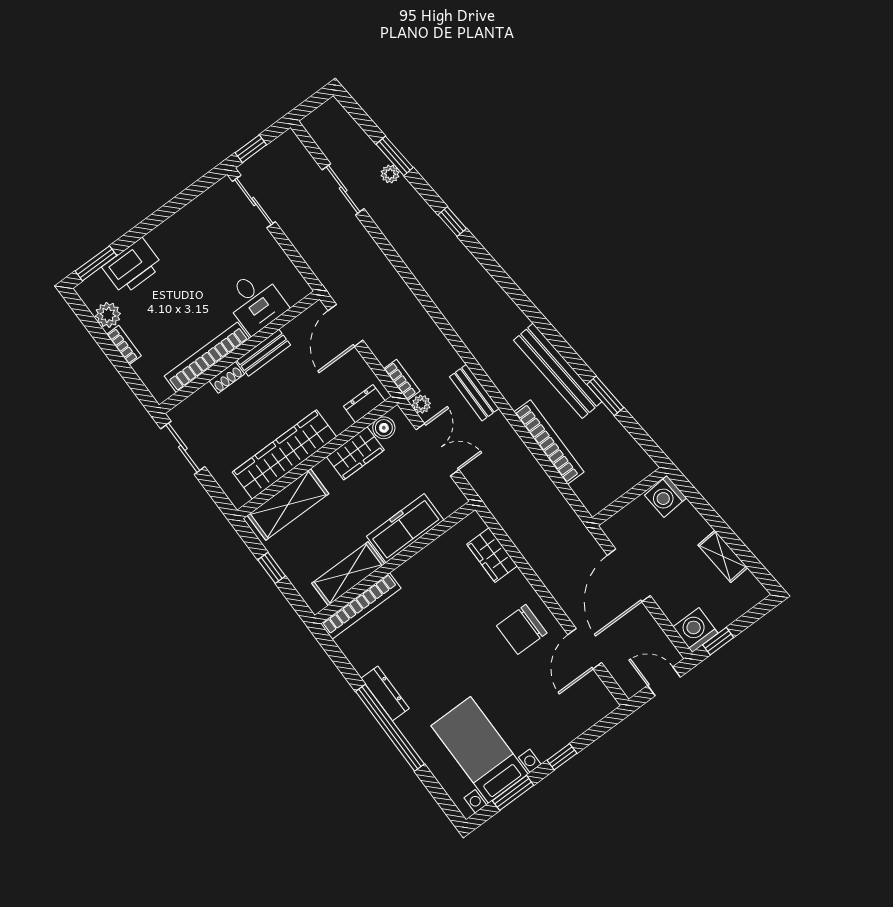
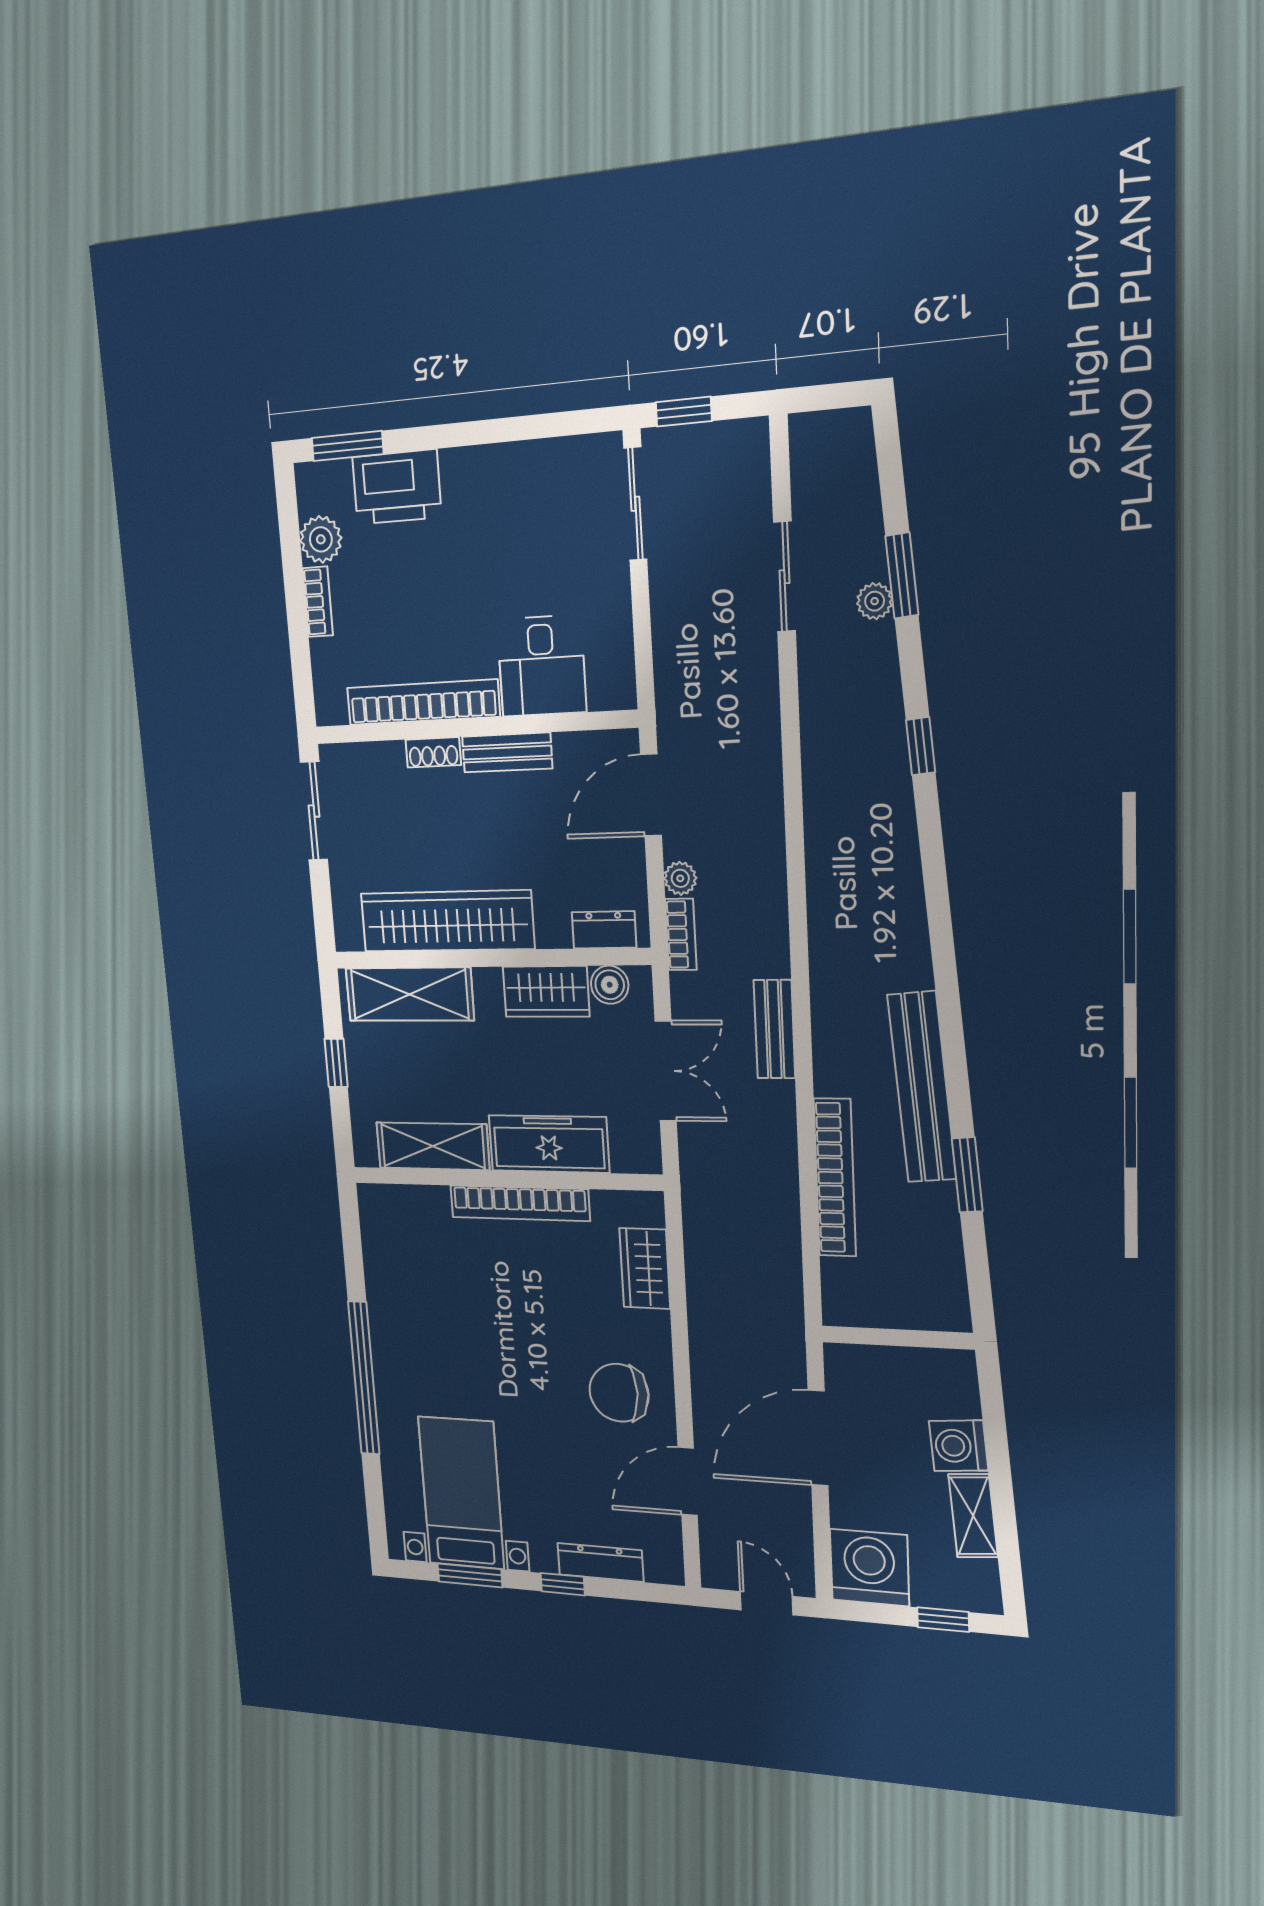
plant: (421, 404) -> (680, 878), moved
washing machine: (665, 497) -> (959, 1446), moved
bookcase: (361, 606) -> (520, 1203), moved
washing machine: (696, 630) -> (869, 1568), width x1.37, depth x1.37
window: (718, 641) -> (943, 1620), moved
dresser: (385, 693) -> (600, 1562), moved, turned -90

